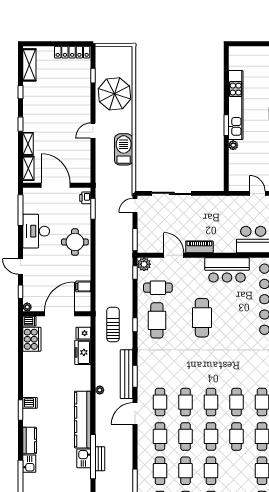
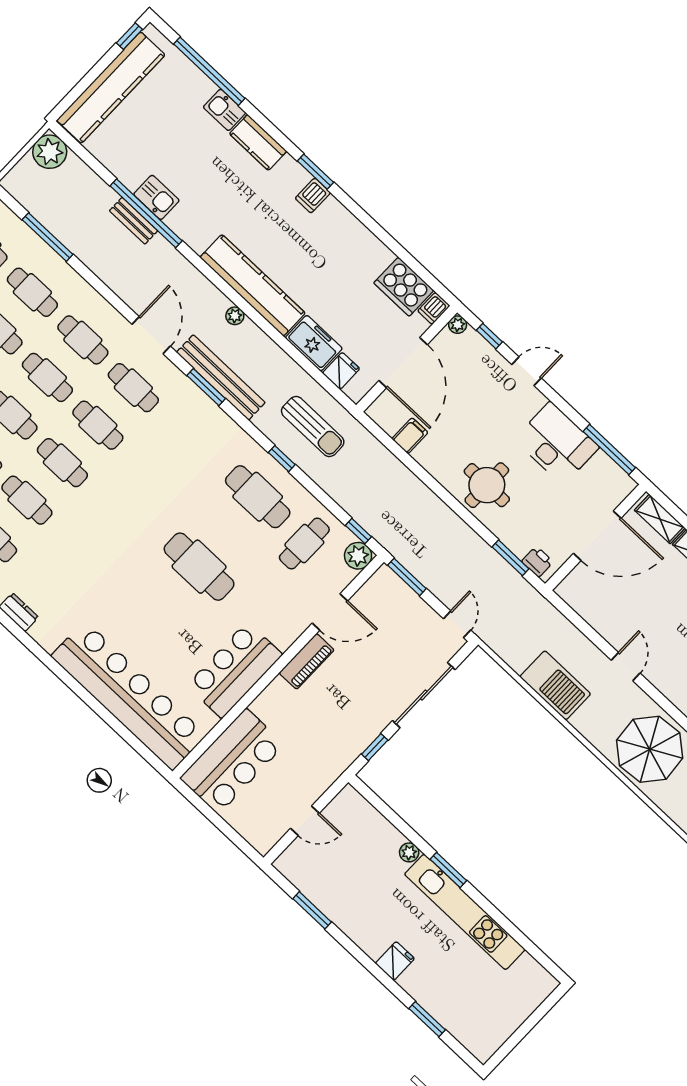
window: (207, 193) -> (375, 747), added
kitchen counter: (83, 420) -> (253, 285), moved

